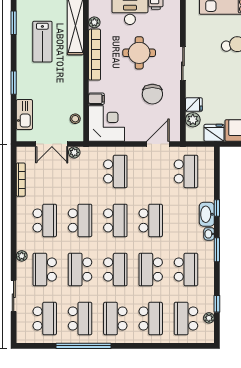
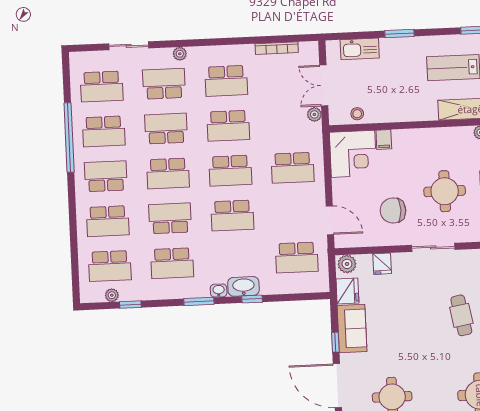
bookcase: (95, 55) -> (440, 135), removed
plant: (193, 120) -> (347, 264), moved
school desk: (186, 318) -> (110, 266), turned 180

